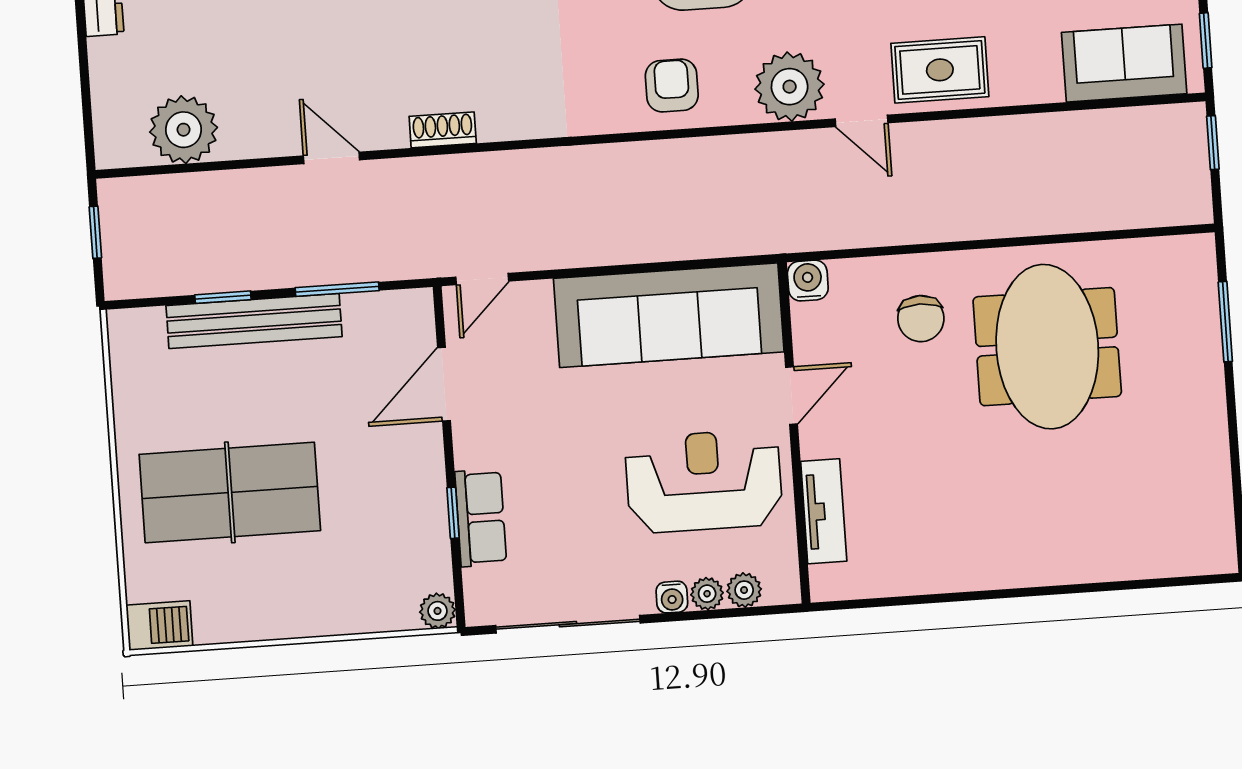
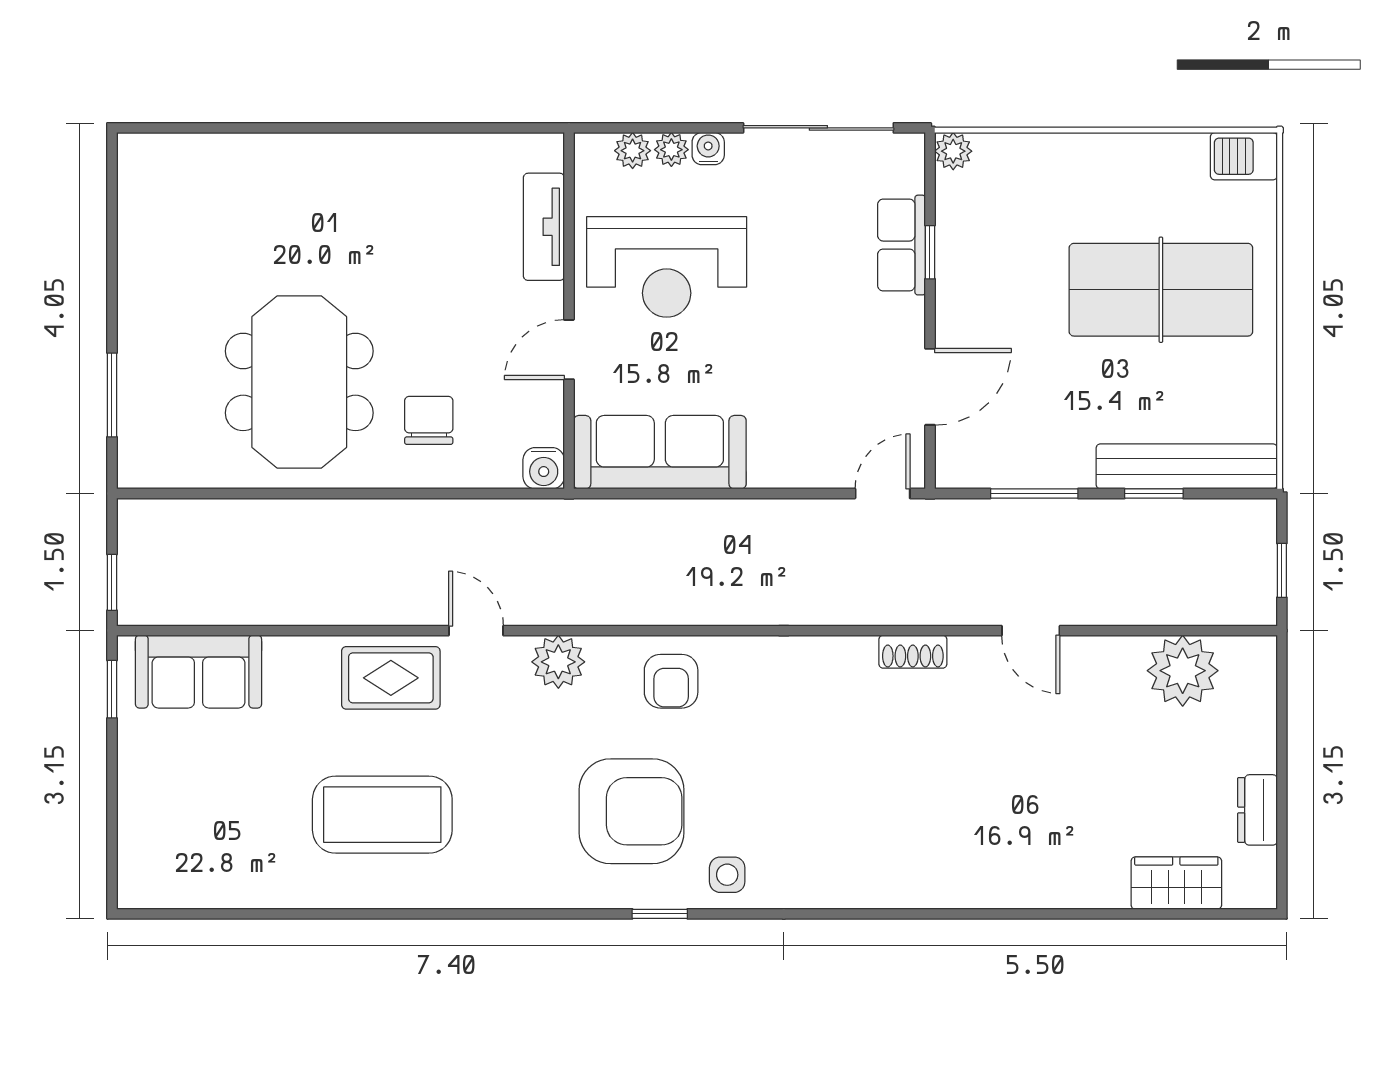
plant: (790, 87) -> (558, 662), width x0.73, depth x0.73
sofa: (669, 315) -> (660, 452), width x0.74, depth x0.79
bench: (254, 321) -> (1187, 466), moved

